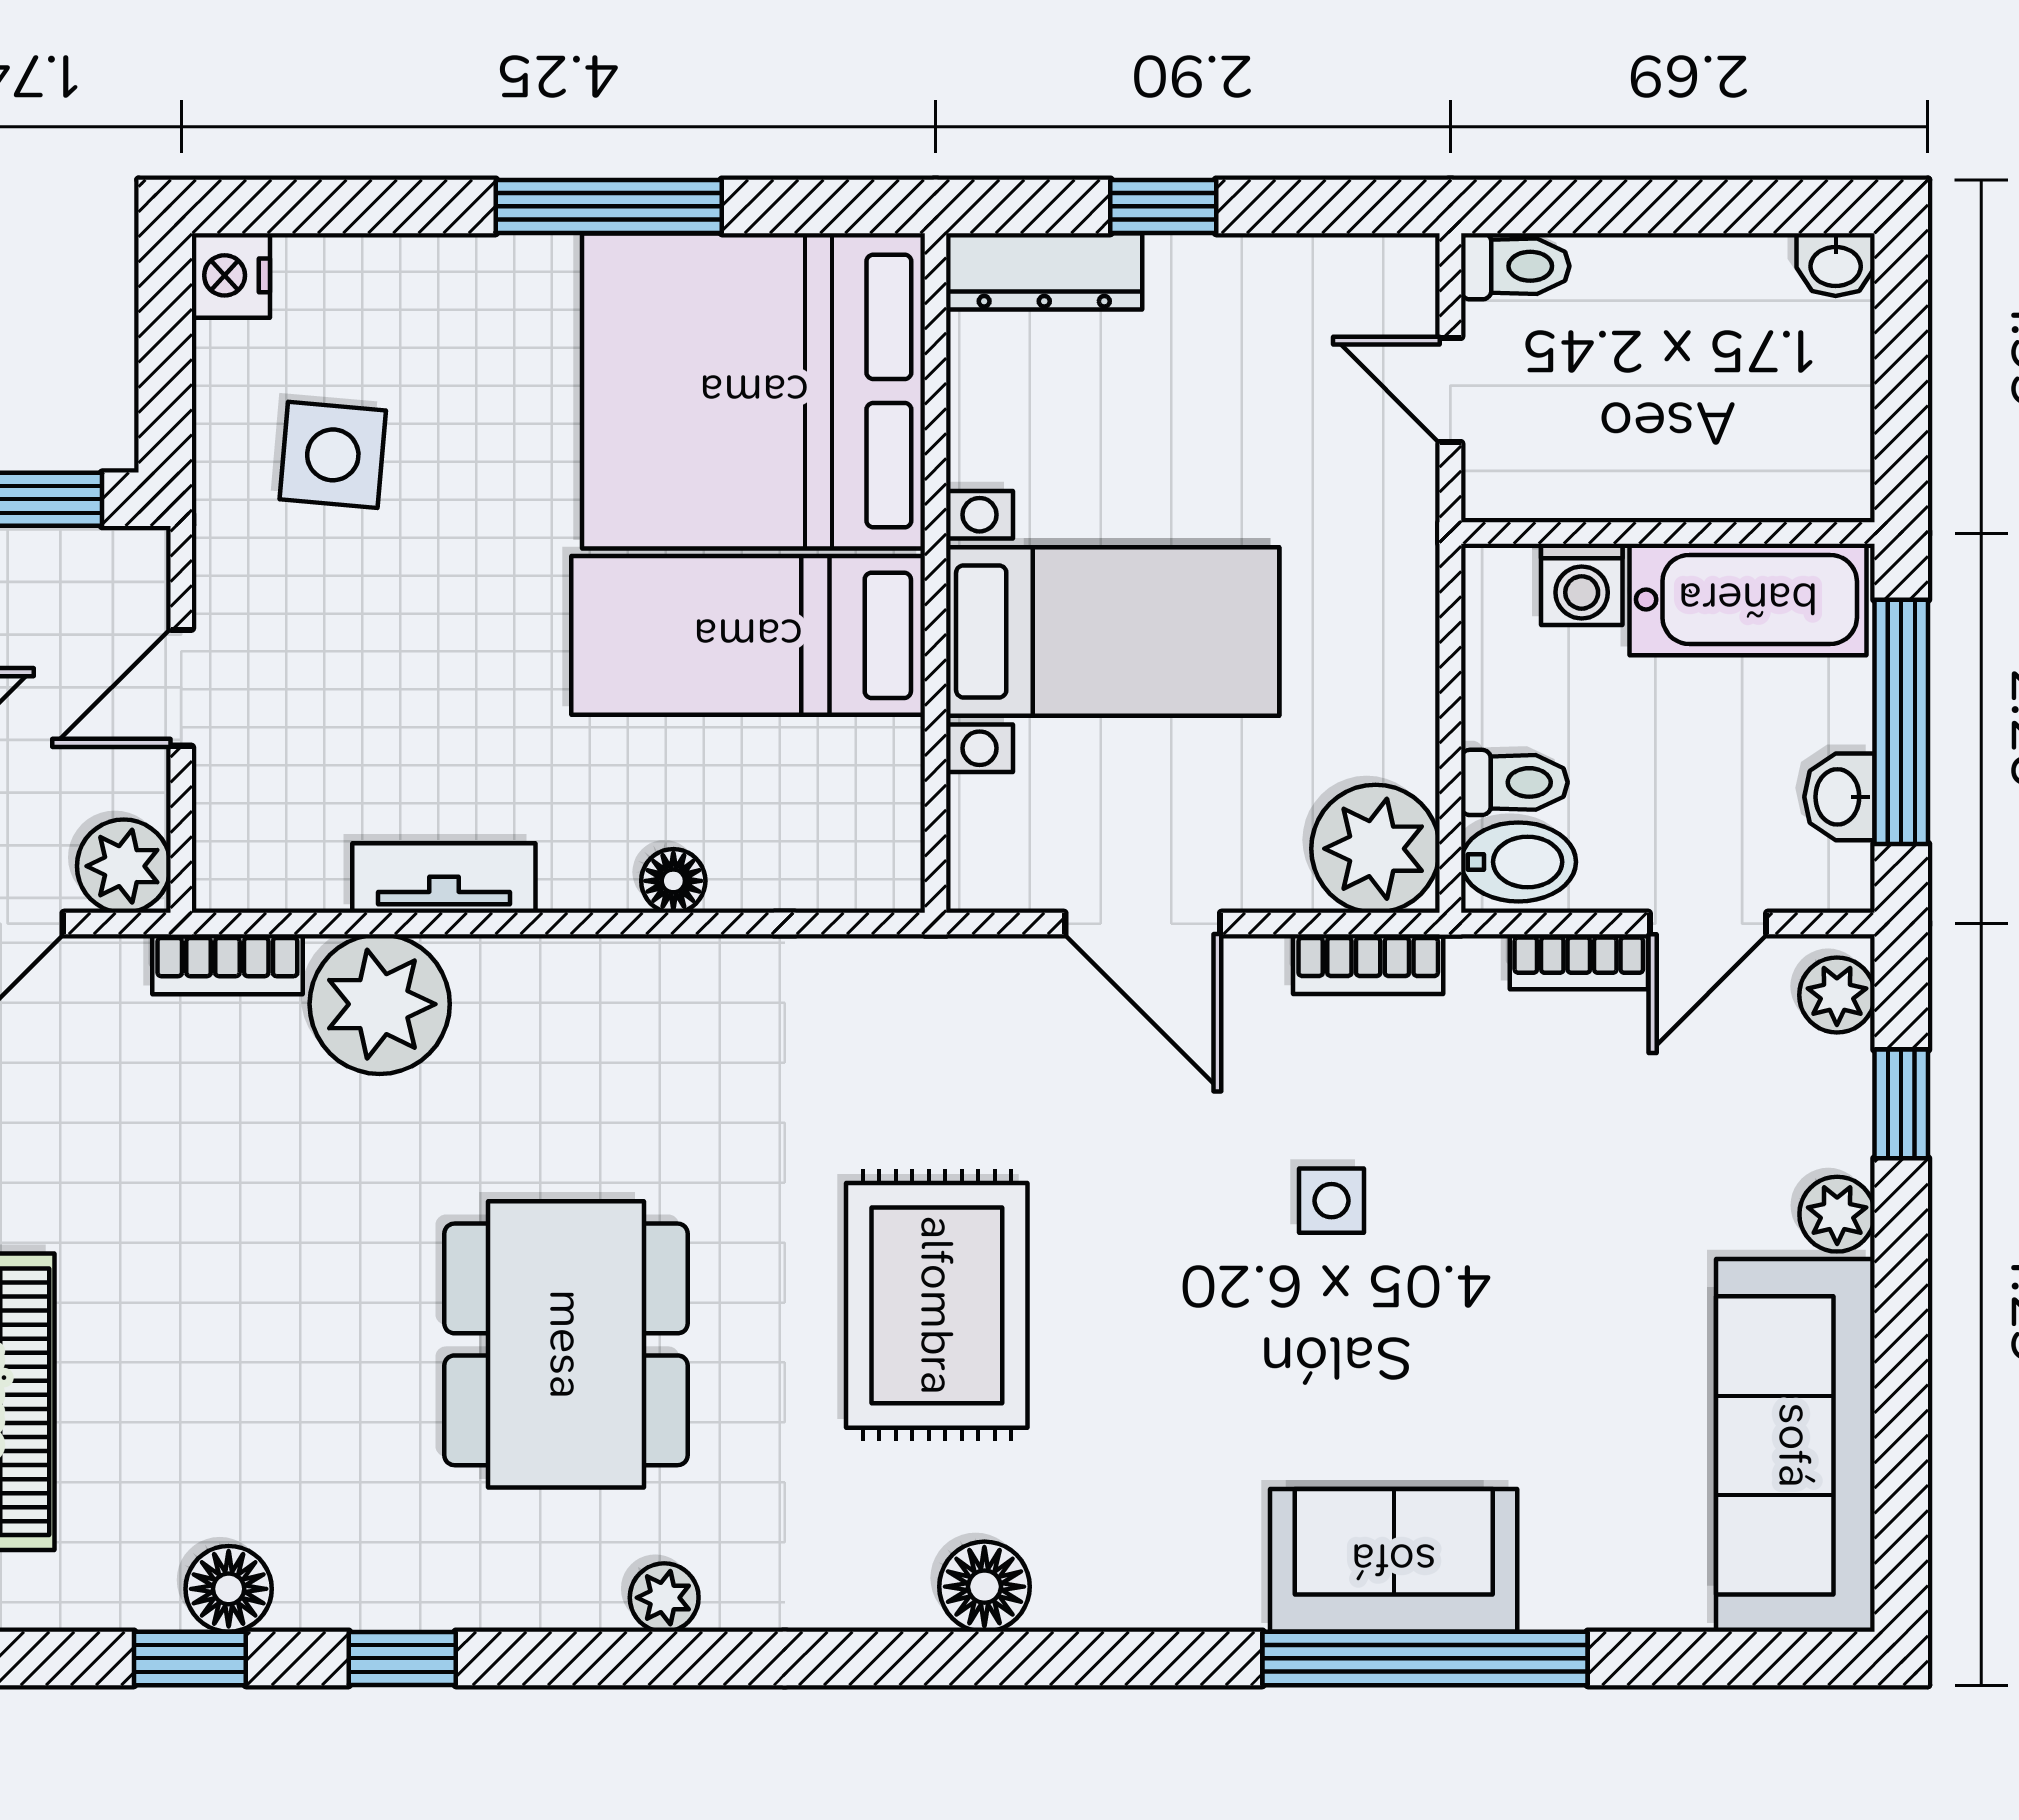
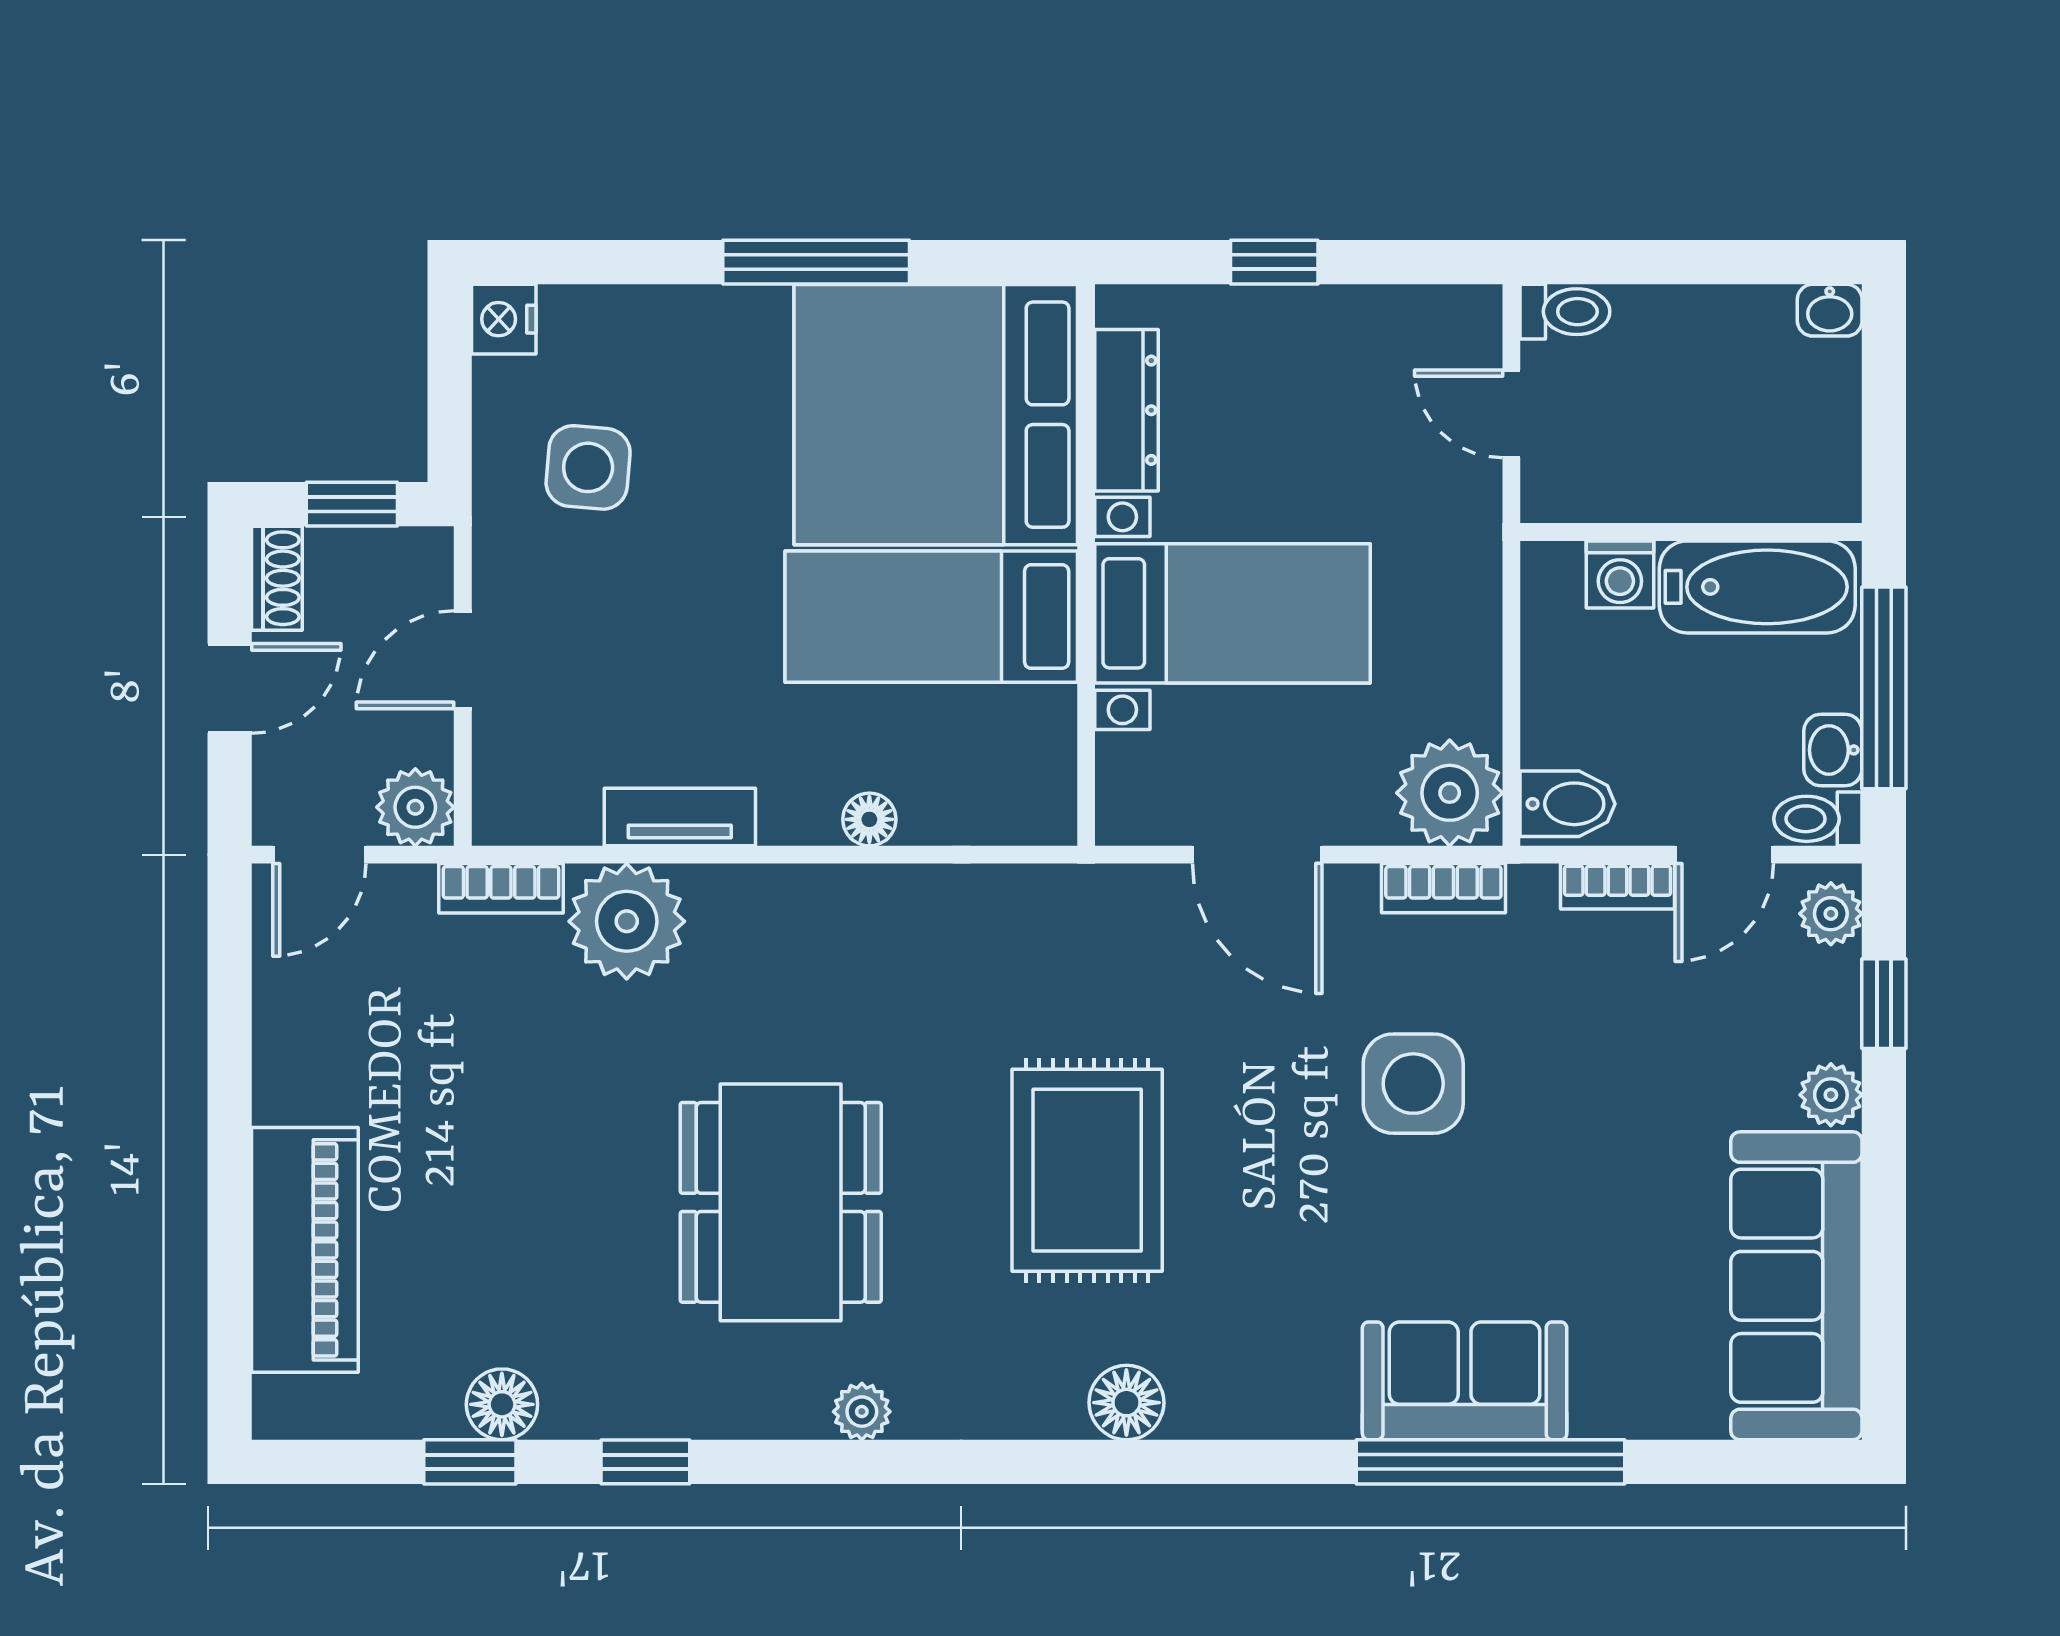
dresser: (1044, 271) -> (1127, 410), moved, turned -90
toilet: (1514, 782) -> (1818, 819), moved, turned 180
side table: (1332, 1201) -> (1413, 1084), width x1.87, depth x1.87

